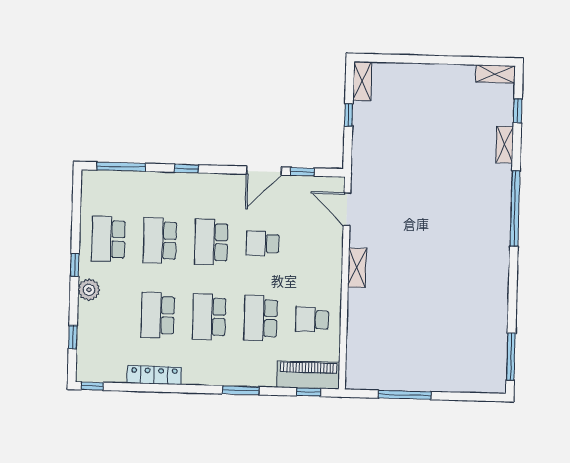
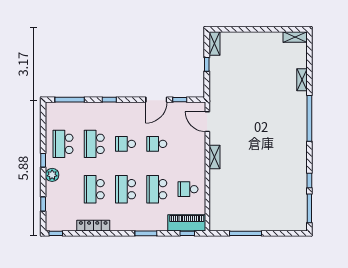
window: (518, 111) -> (309, 181), moved
school desk: (211, 242) -> (126, 144), width x0.54

